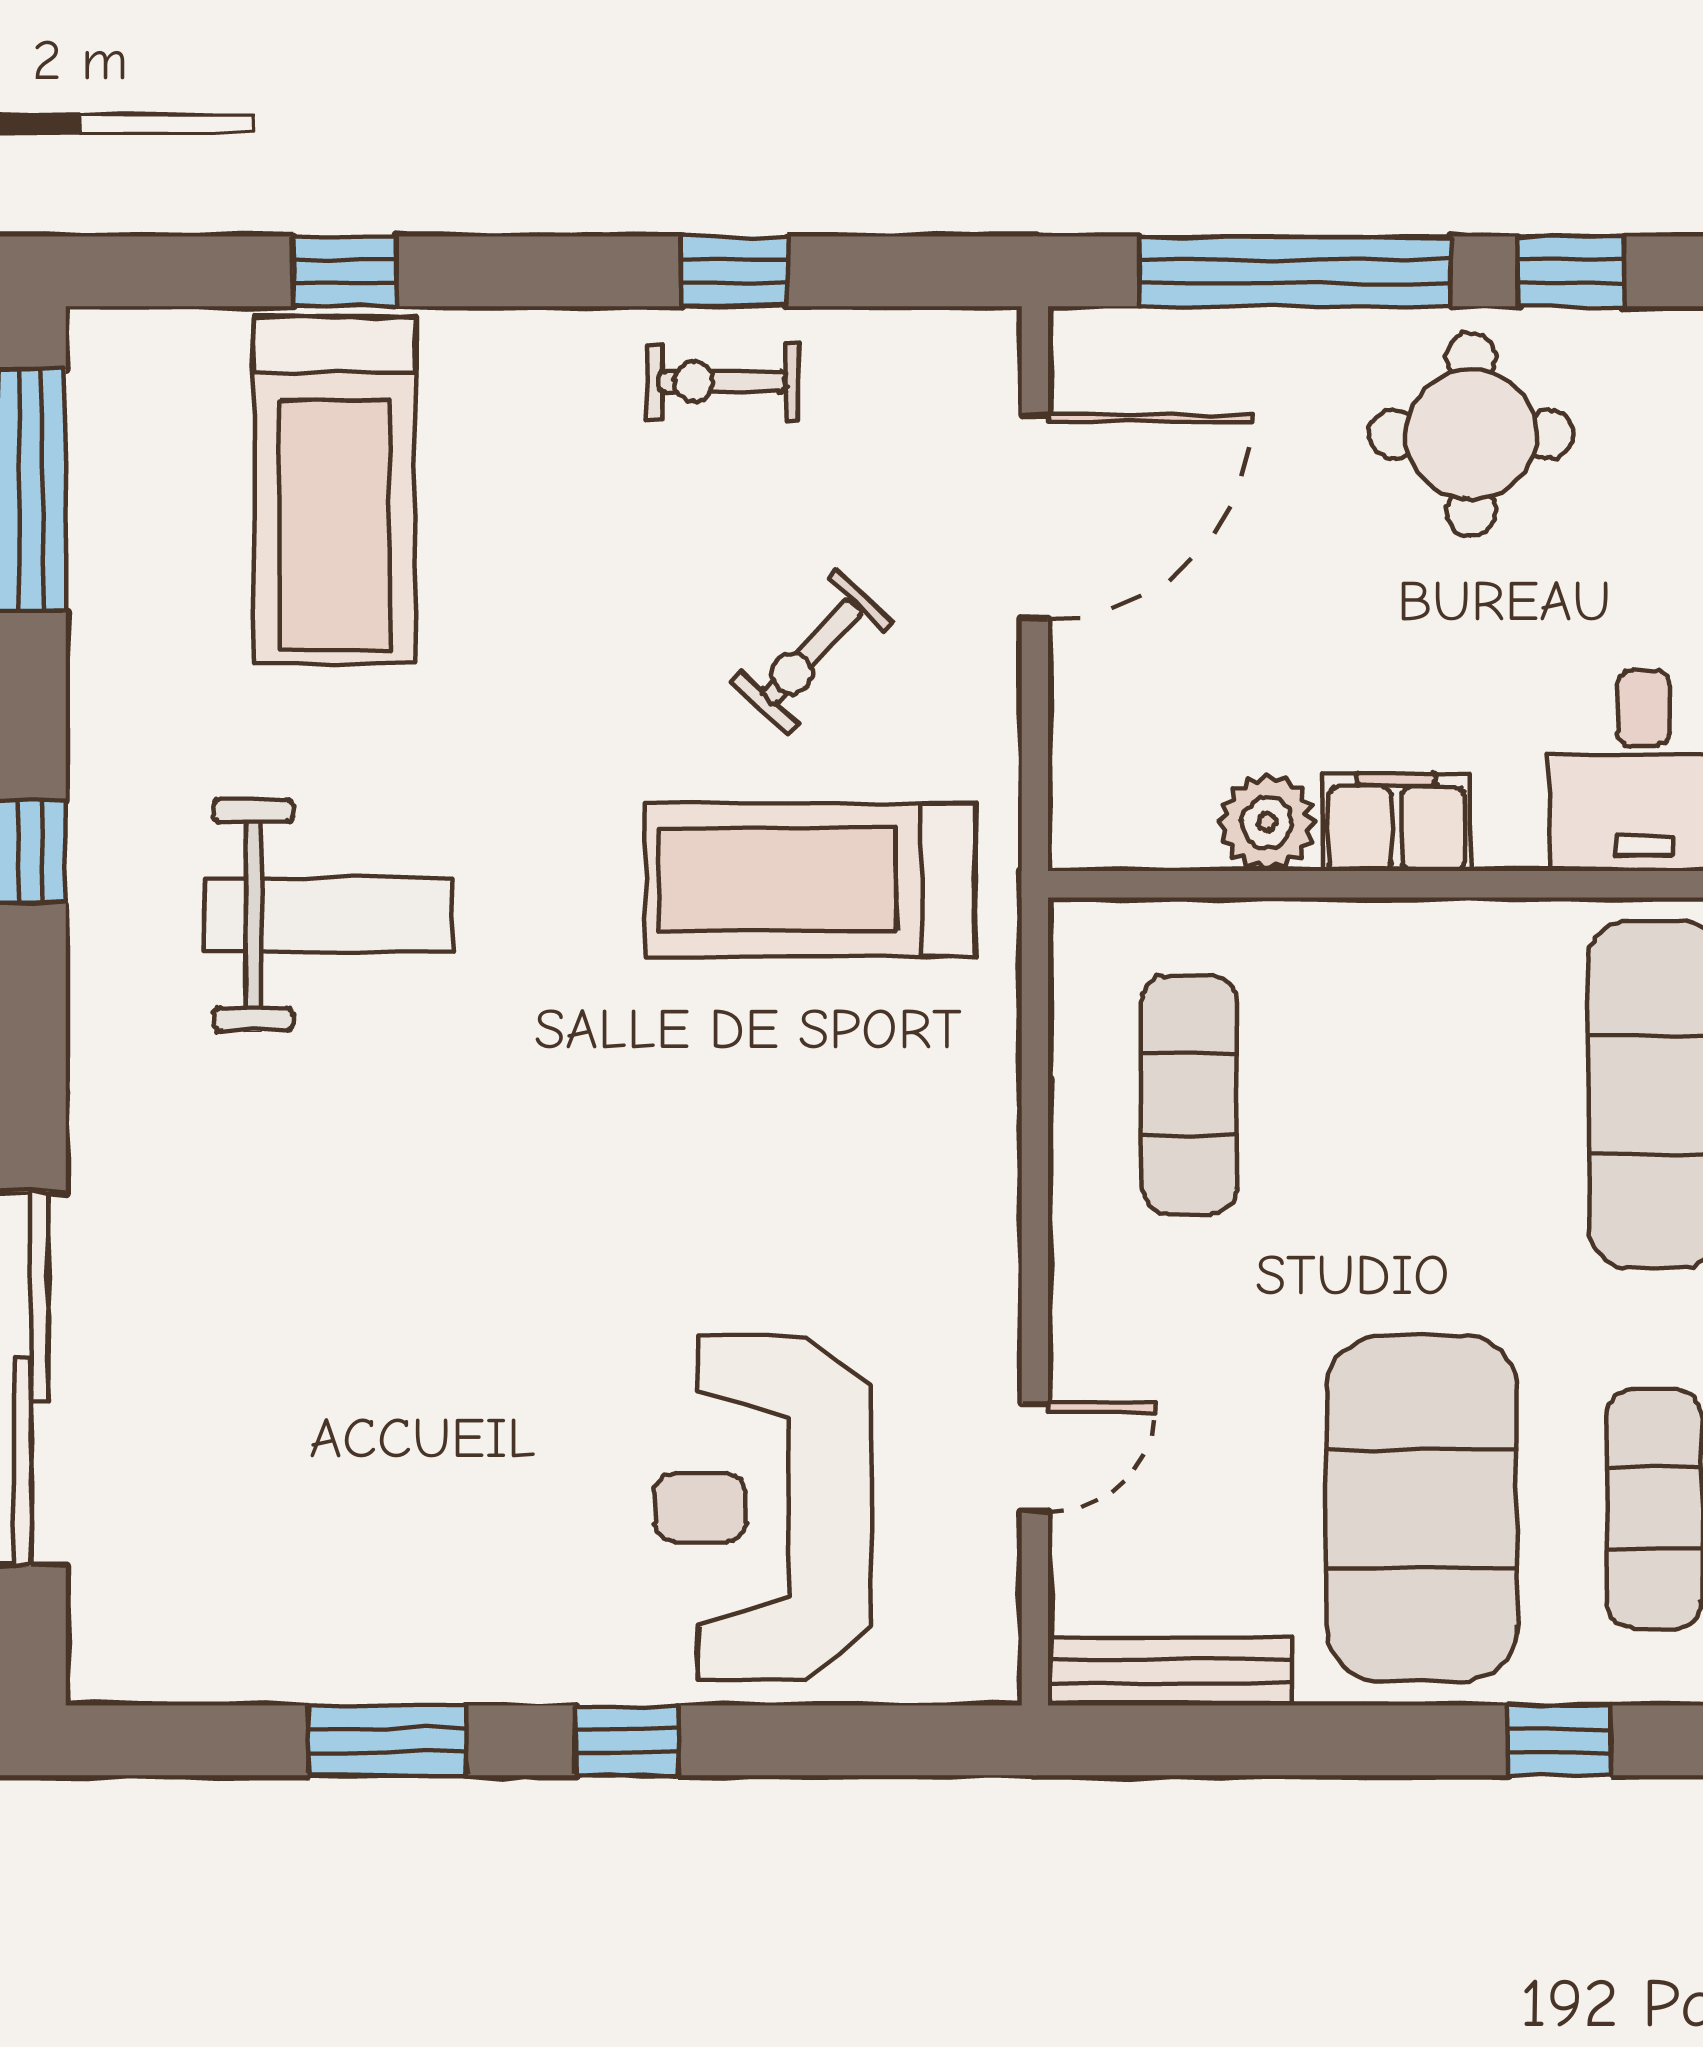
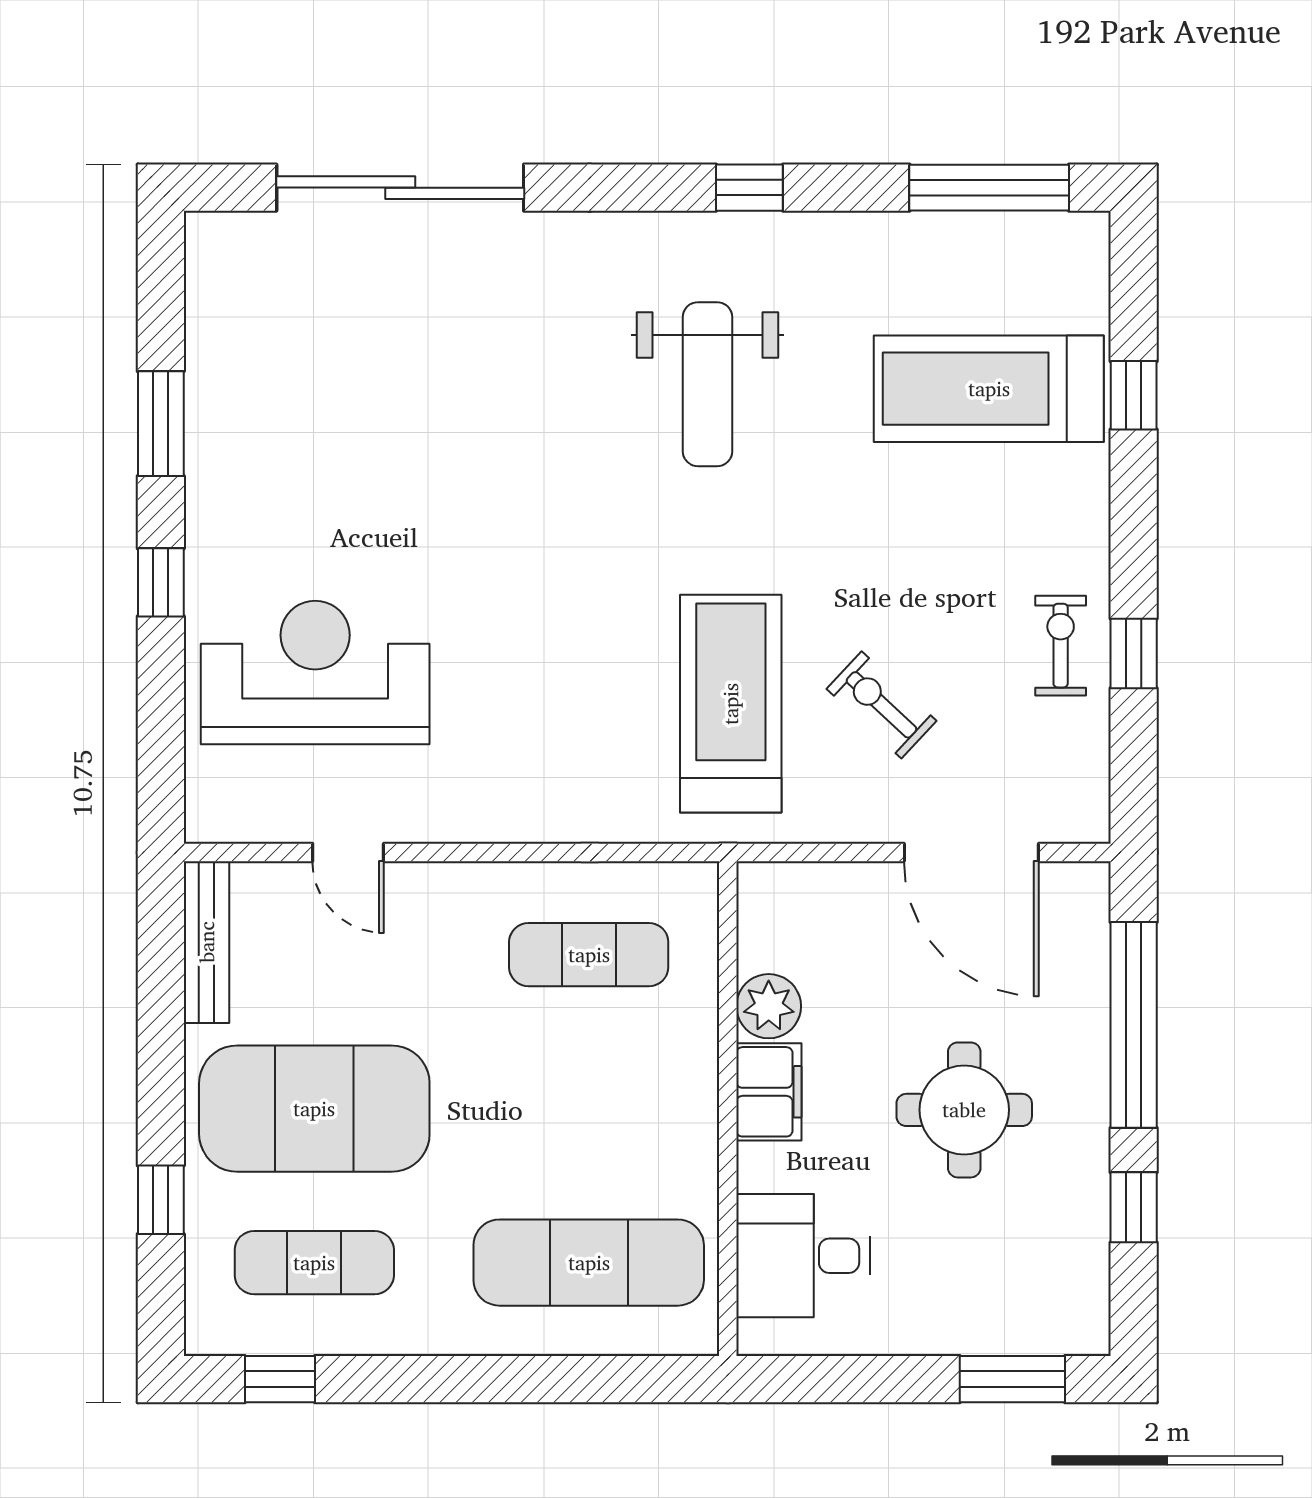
round table: (1471, 434) -> (964, 1110), moved

